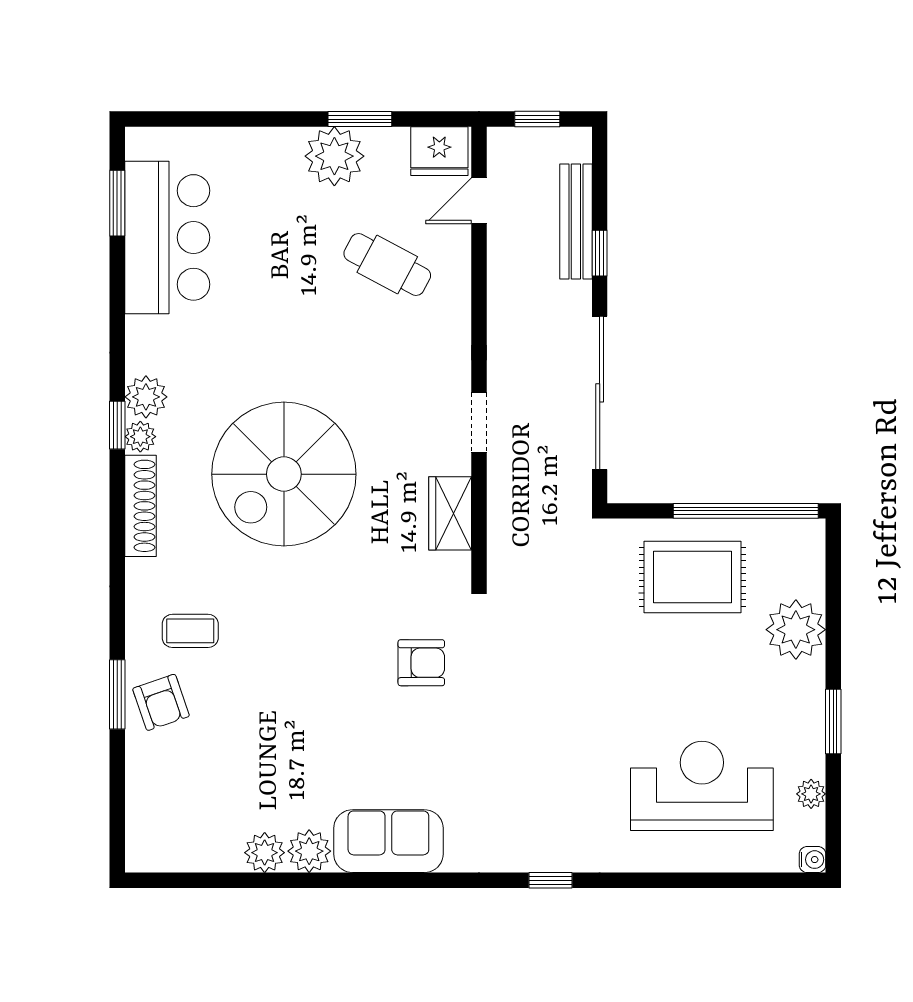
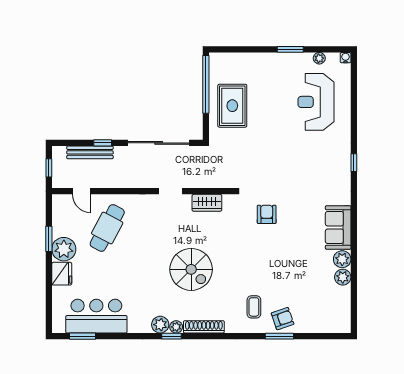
fridge: (439, 151) -> (62, 274), moved
cafe table: (387, 264) -> (107, 228), width x1.37, depth x1.35
spiral stairs: (284, 474) -> (191, 269), width x0.73, depth x0.73
plant: (796, 630) -> (253, 64), removed

